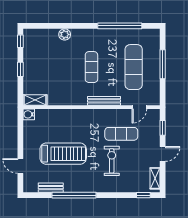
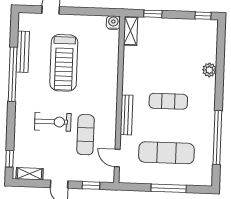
window: (20, 69) -> (153, 14), moved
bench: (51, 188) -> (23, 52), width x1.36

